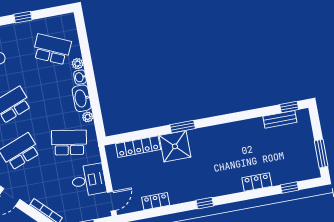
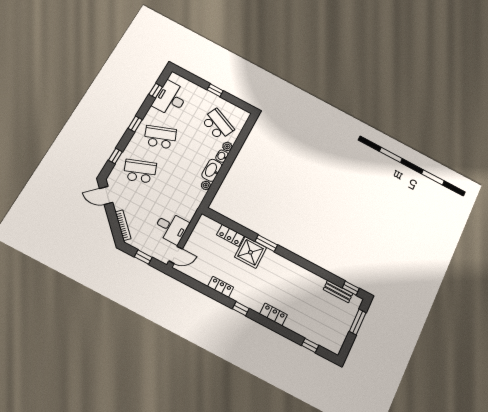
school desk: (69, 143) -> (179, 192), removed
locker: (138, 147) -> (230, 235), width x0.66
window: (321, 154) -> (358, 322), moved
locker: (257, 182) -> (273, 314), moved
locker: (156, 201) -> (221, 287), moved

